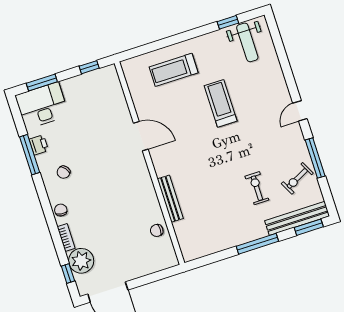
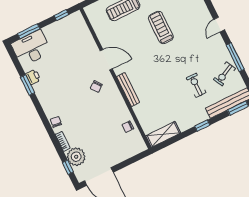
window: (30, 155) -> (27, 85), width x0.69
chair: (64, 172) -> (96, 87), moved
bench: (170, 199) -> (128, 90), moved
window: (257, 244) -> (202, 126), width x0.46
shelving: (203, 248) -> (163, 134), added

